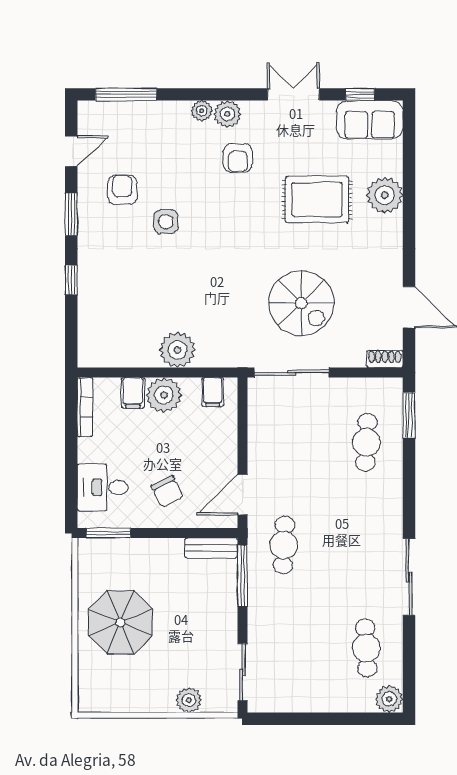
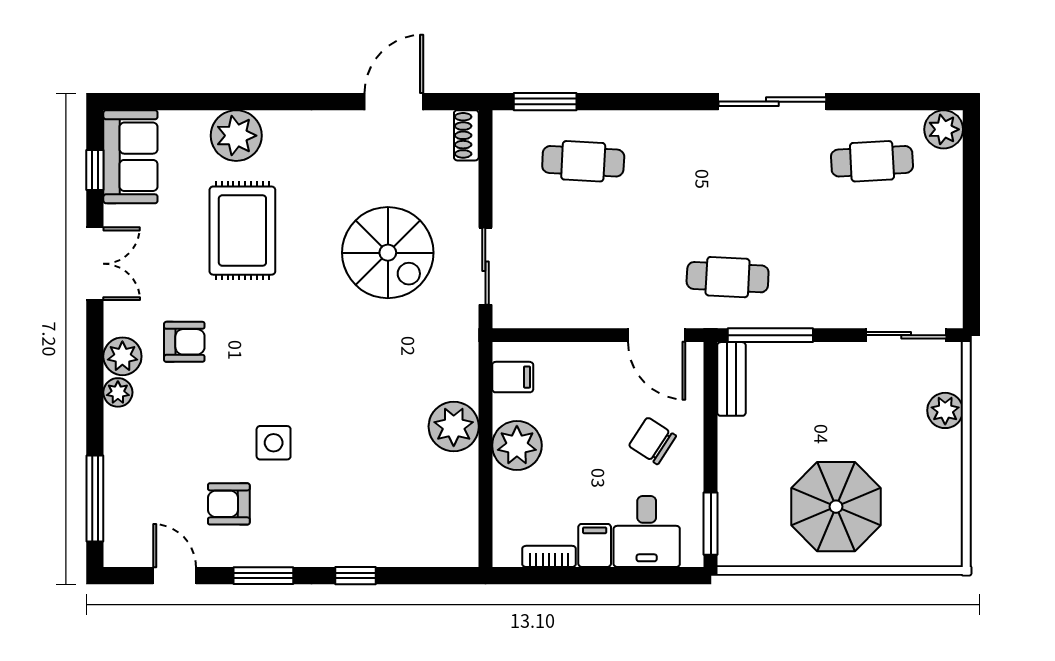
double door: (293, 94) -> (95, 264), swing flipped
spiral stairs: (301, 303) -> (388, 253), turned 90
sliding door: (292, 373) -> (485, 266), width x0.73
filing cabinet: (133, 393) -> (595, 545), moved, turned -90
bookcase: (85, 407) -> (549, 556), width x0.64
chair: (167, 492) -> (652, 441), turned -121

